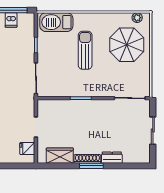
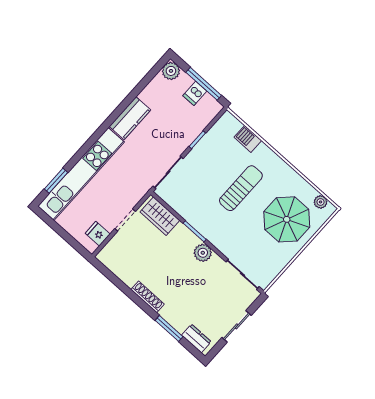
barbecue: (56, 22) -> (248, 139), width x0.53, depth x0.65
plant: (96, 106) -> (203, 253), added
wardrobe: (60, 156) -> (160, 216), moved, turned 180
dresser: (112, 158) -> (196, 338), moved
window: (91, 166) -> (169, 328), moved

